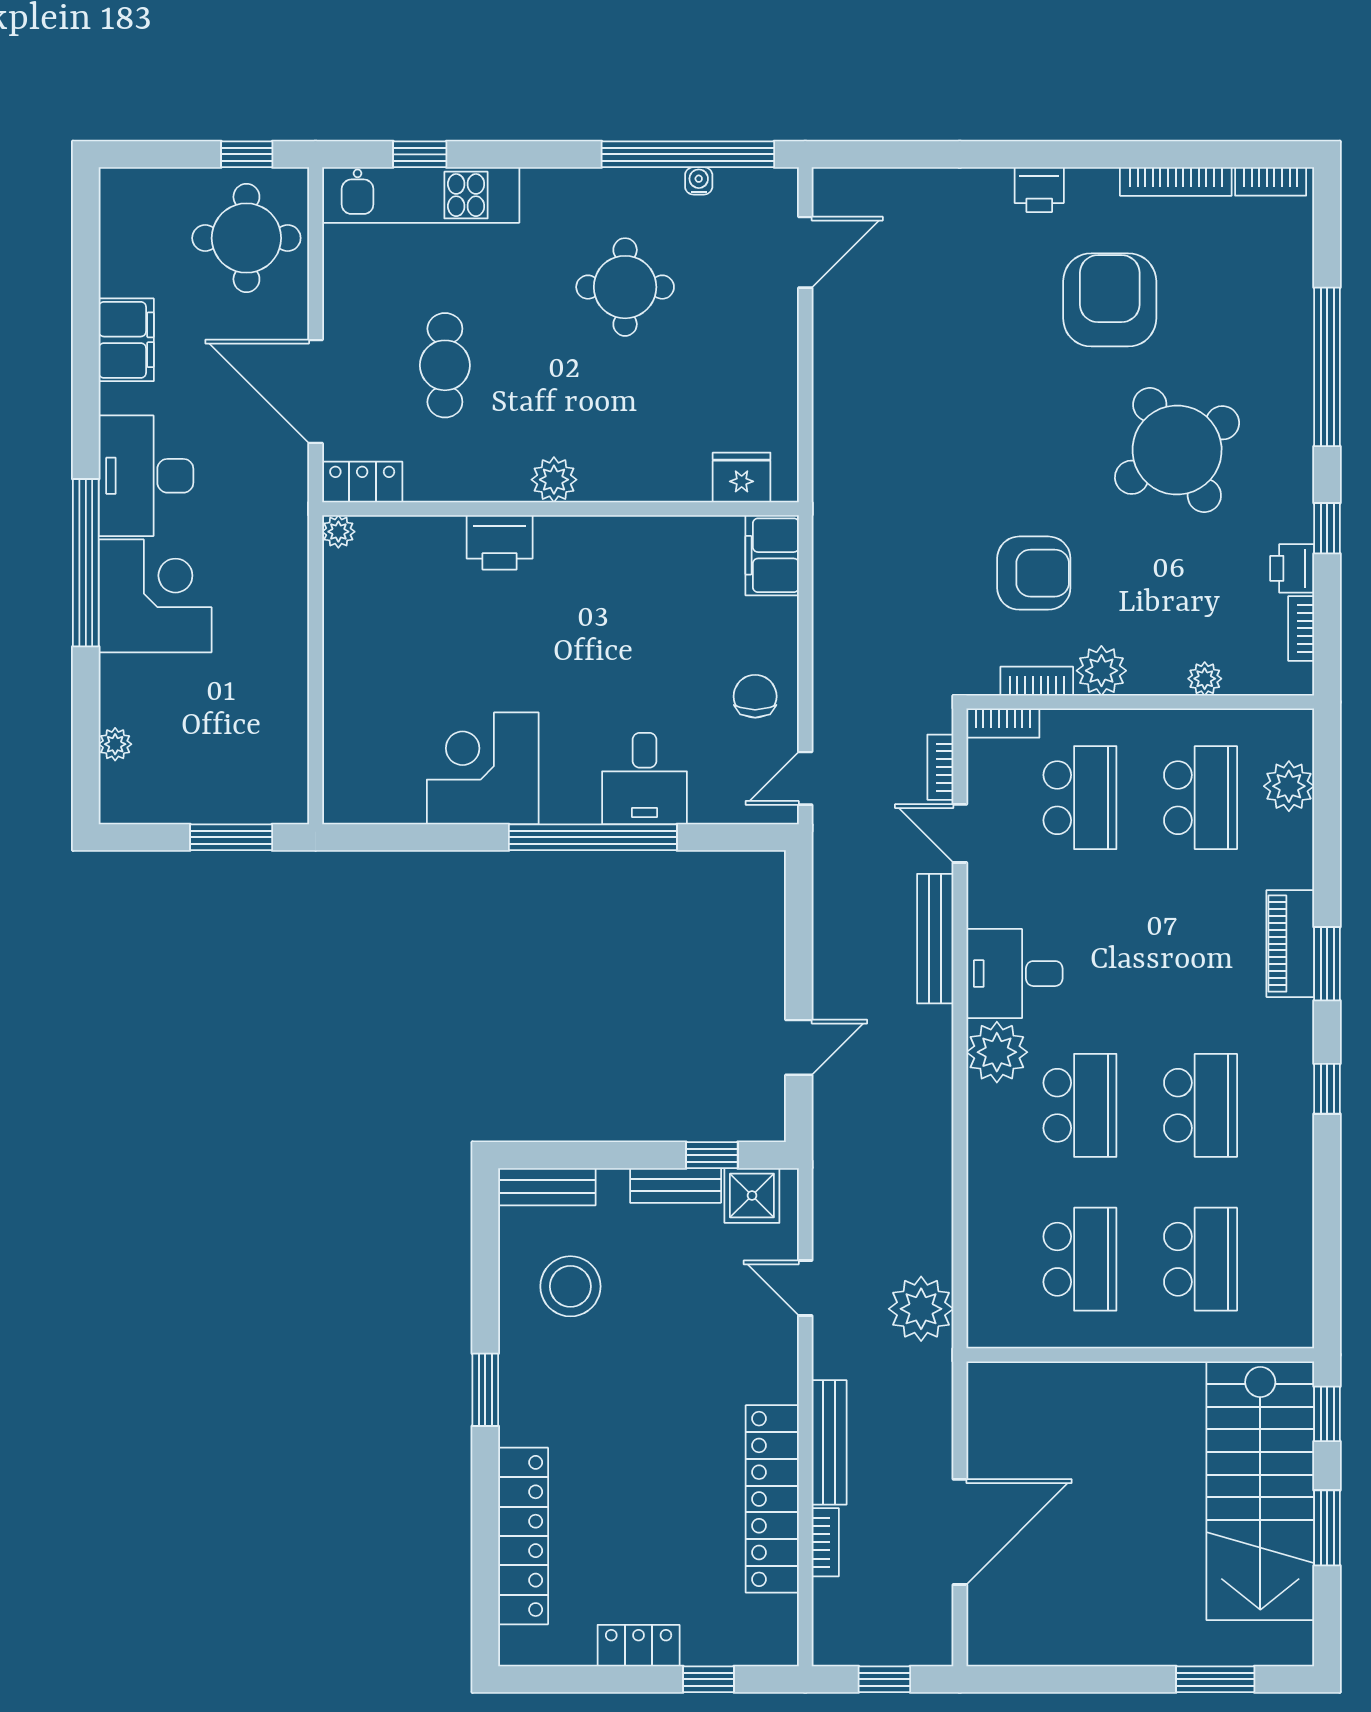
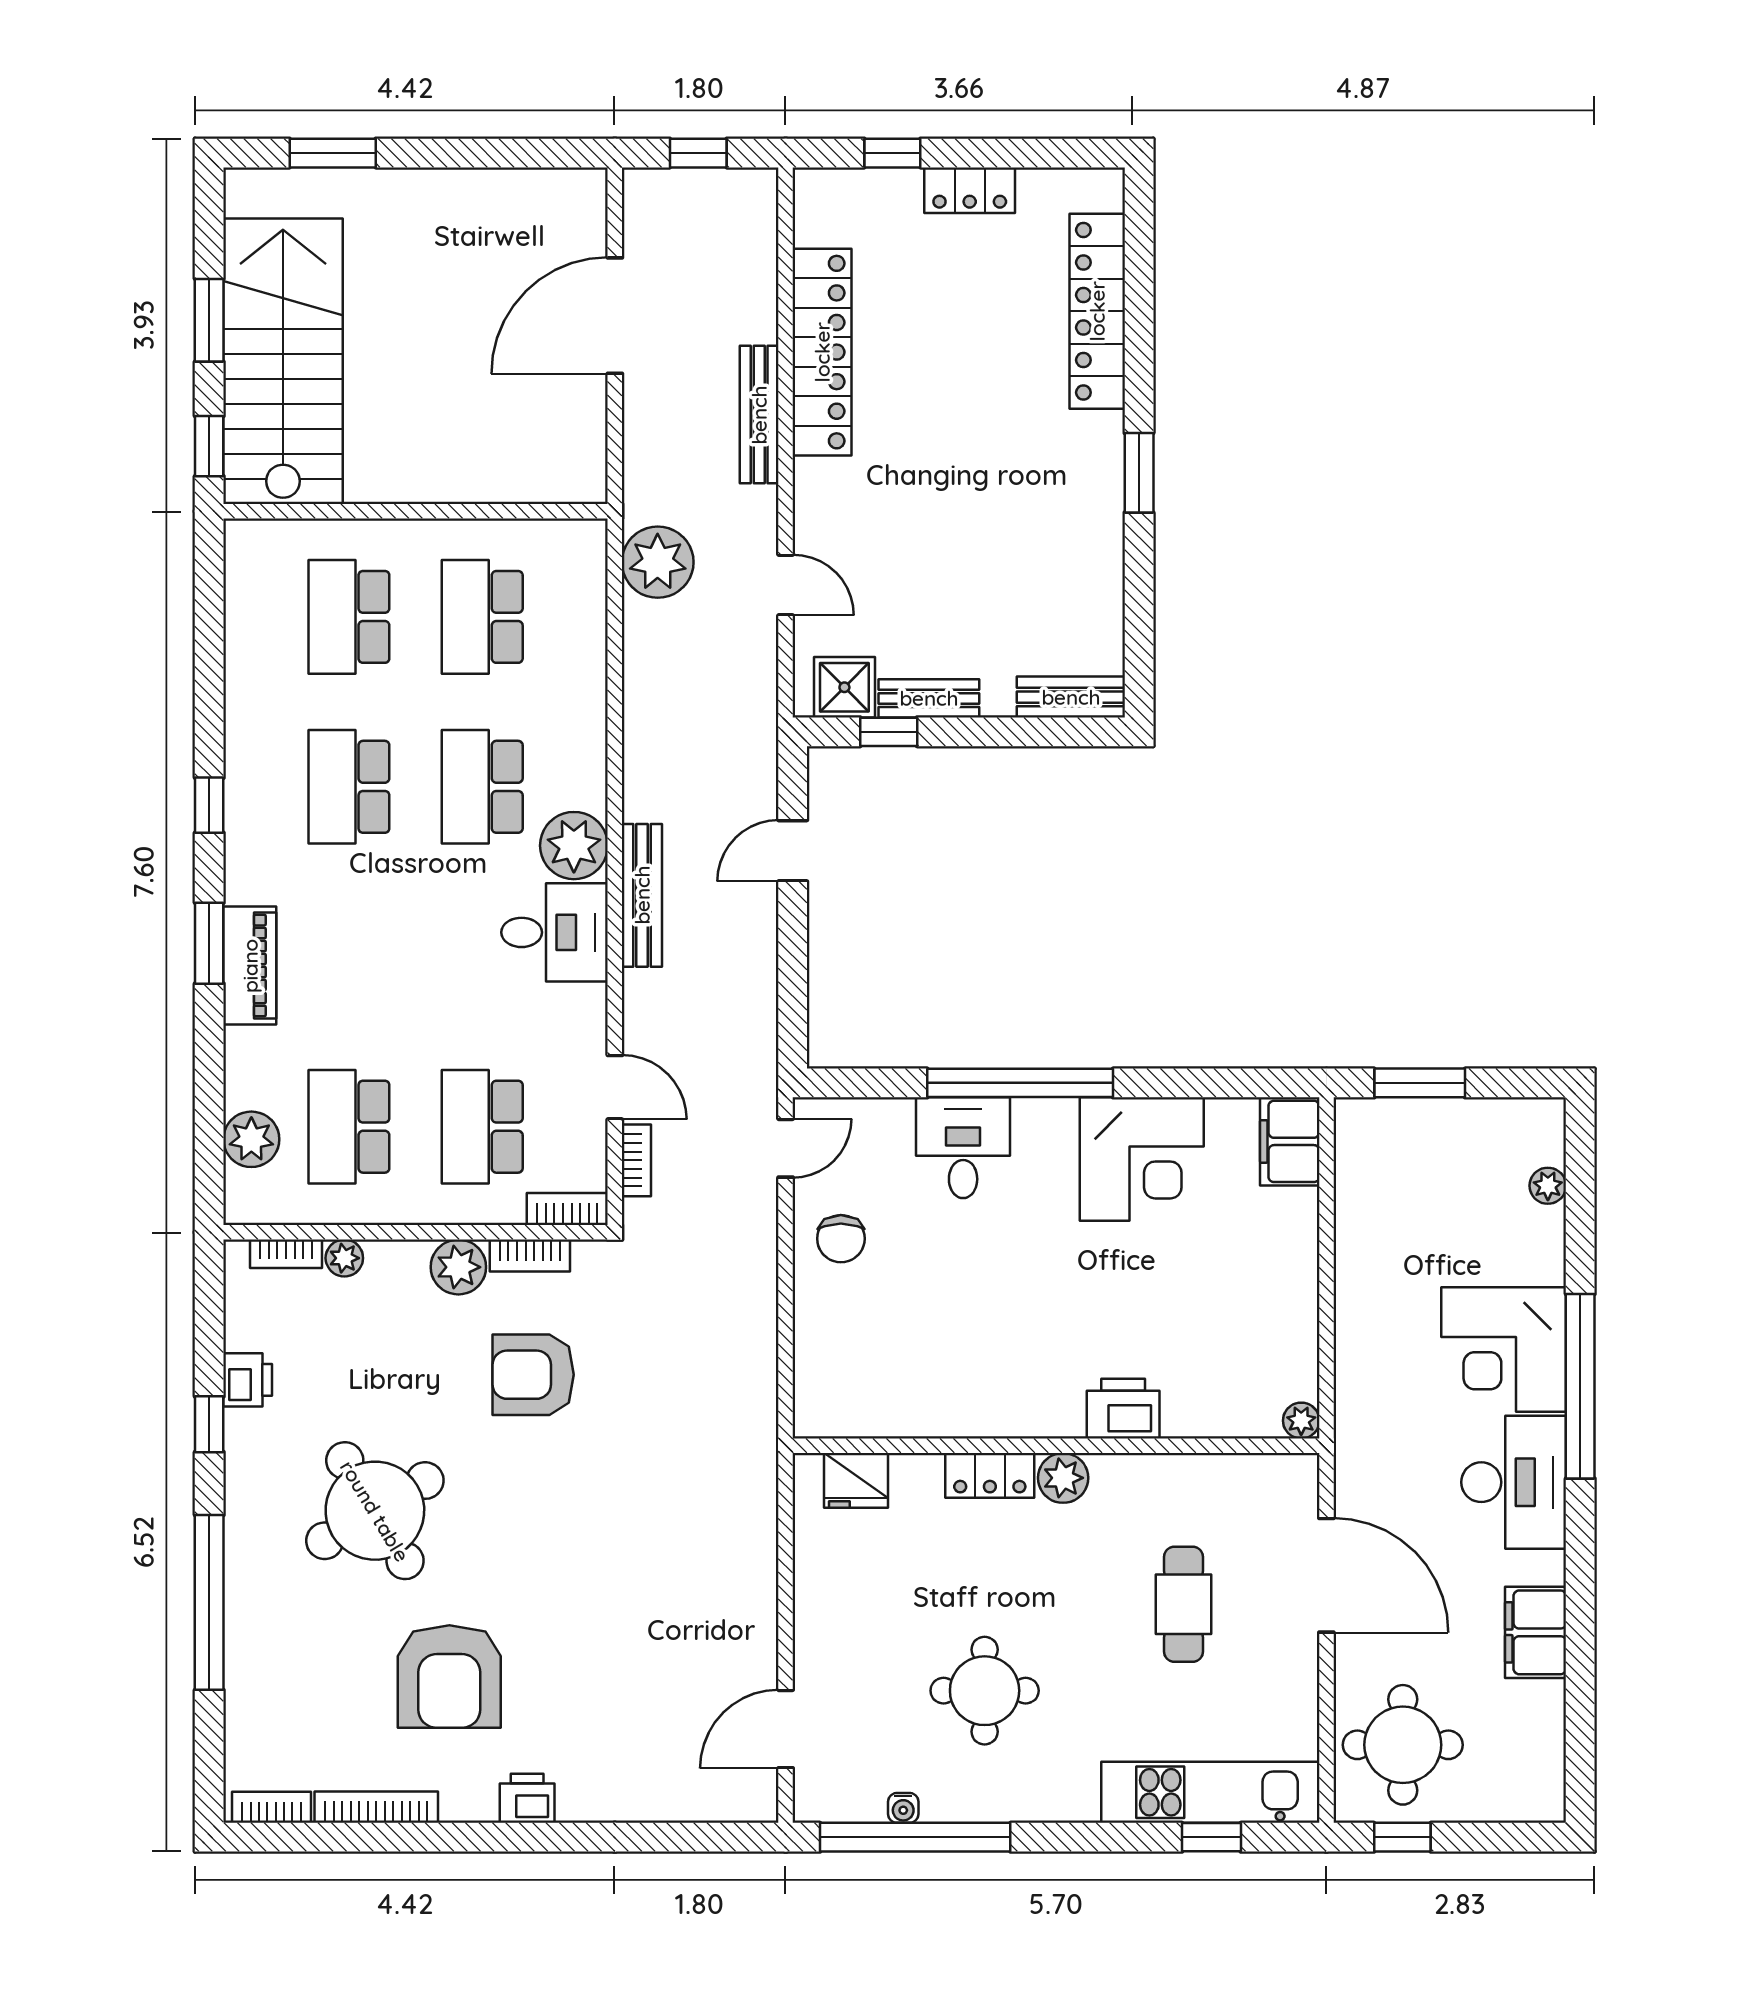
locker: (362, 482) -> (990, 1475), moved
filing cabinet: (772, 555) -> (1290, 1141), moved, turned 180
bookcase: (1301, 628) -> (286, 1254), moved, turned 90
bench: (935, 939) -> (642, 895), moved
stool: (570, 1286) -> (1045, 587), removed
bookcase: (825, 1542) -> (763, 304), removed

